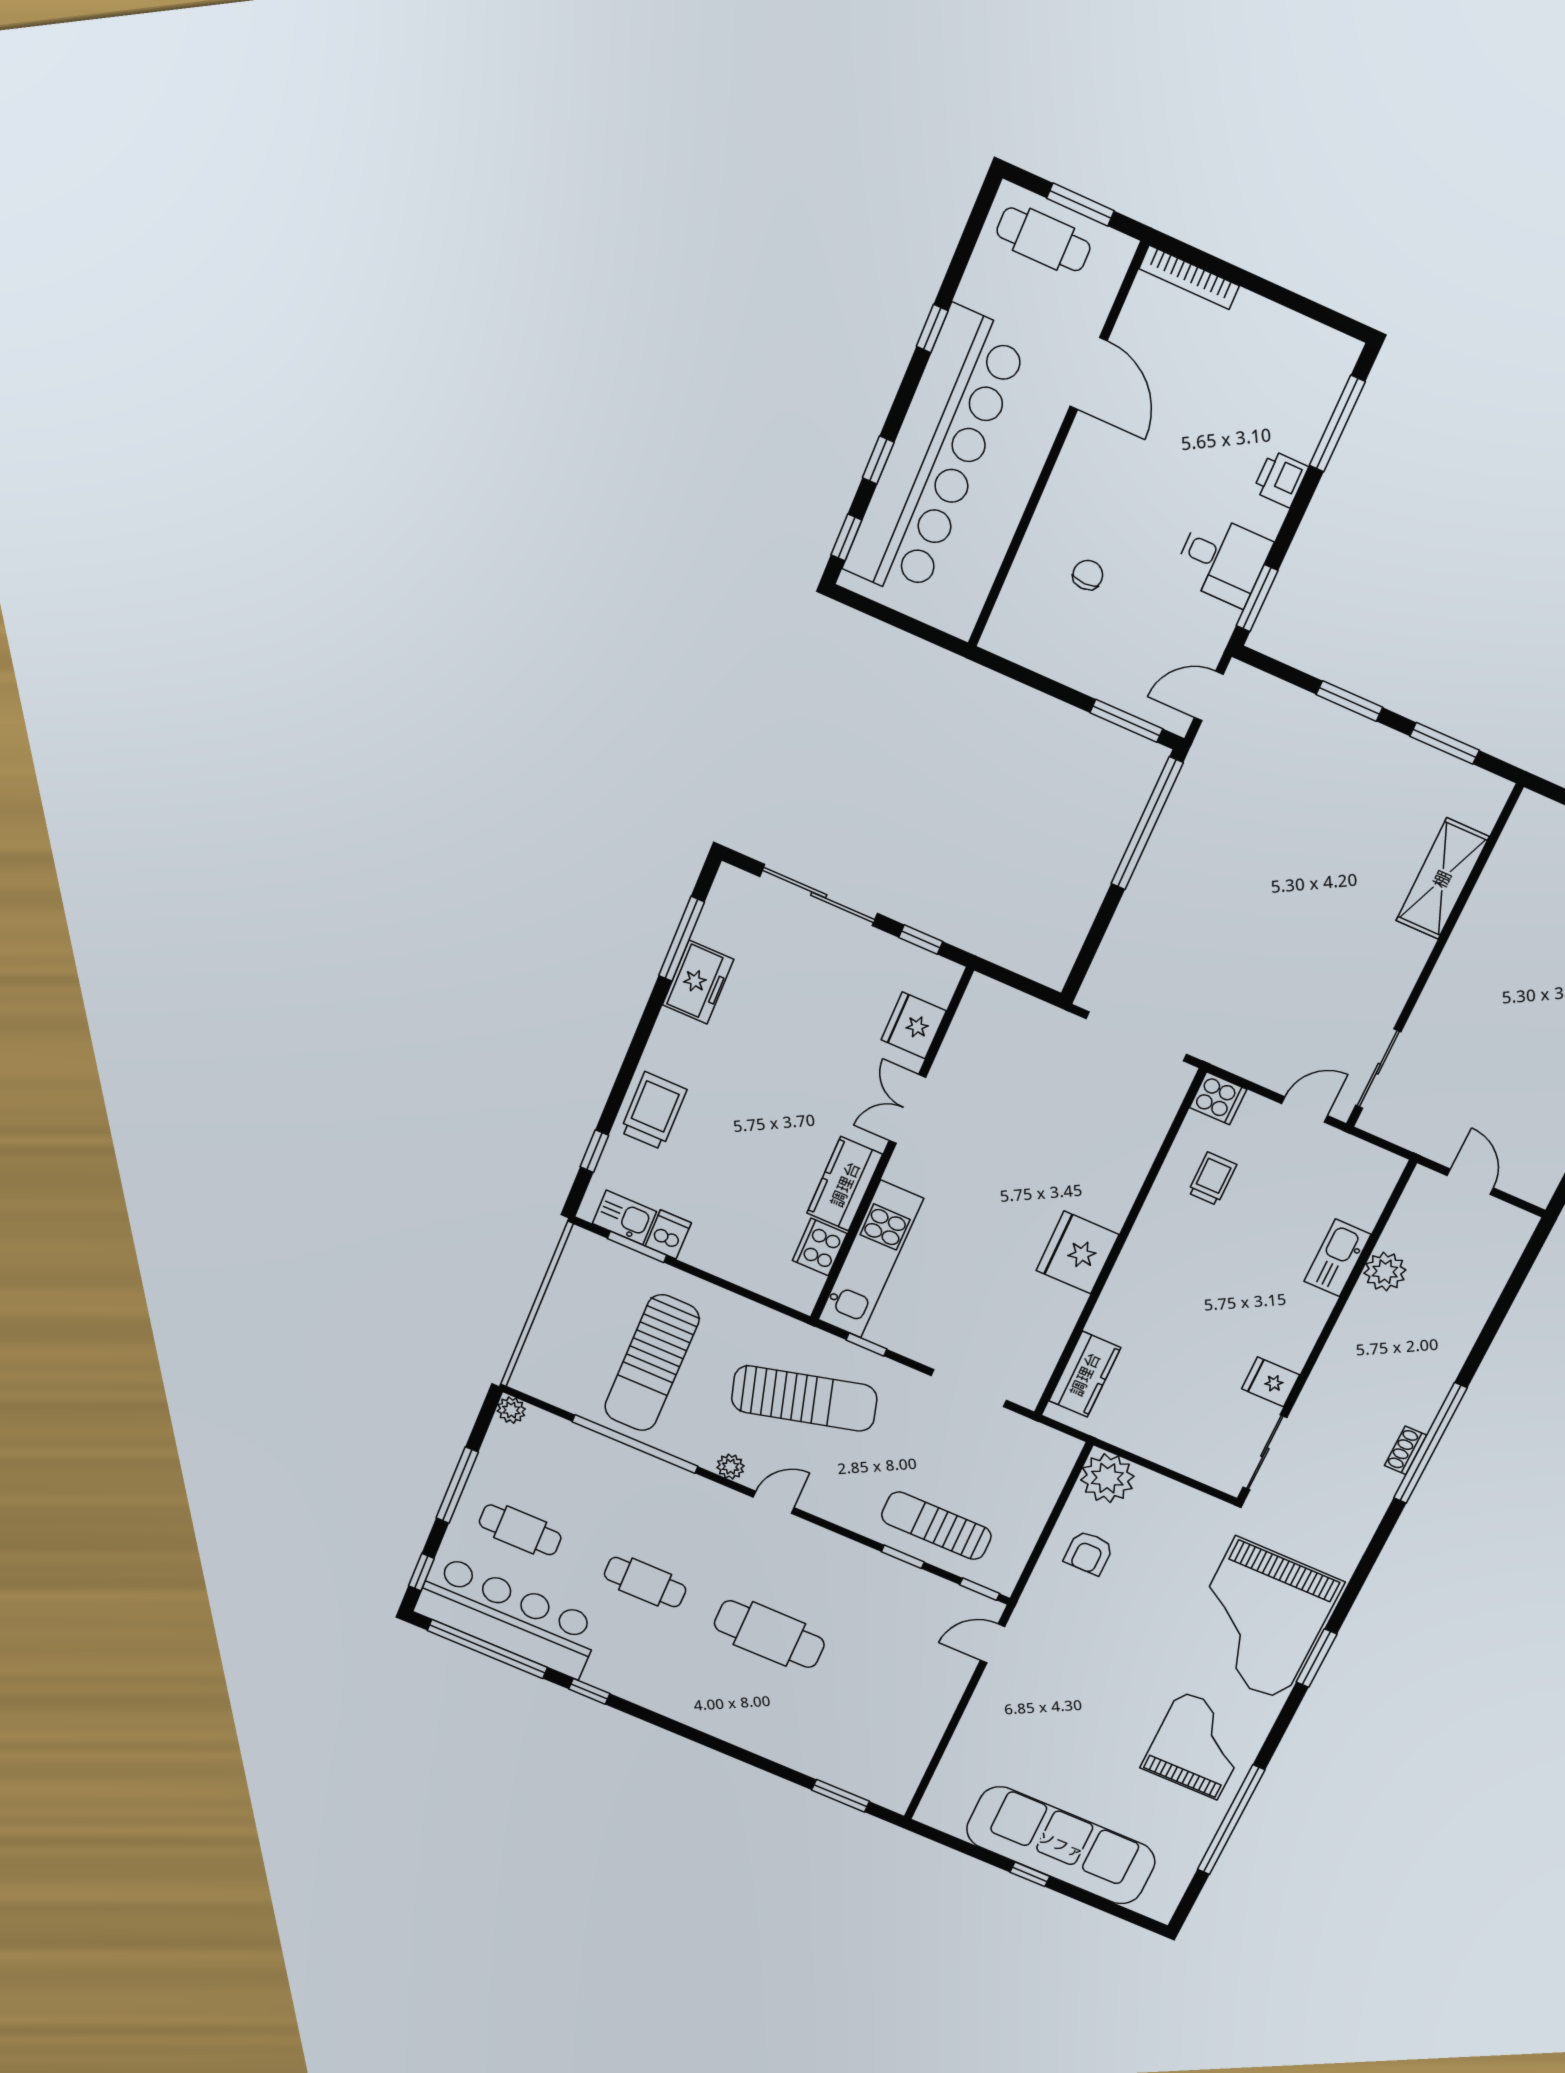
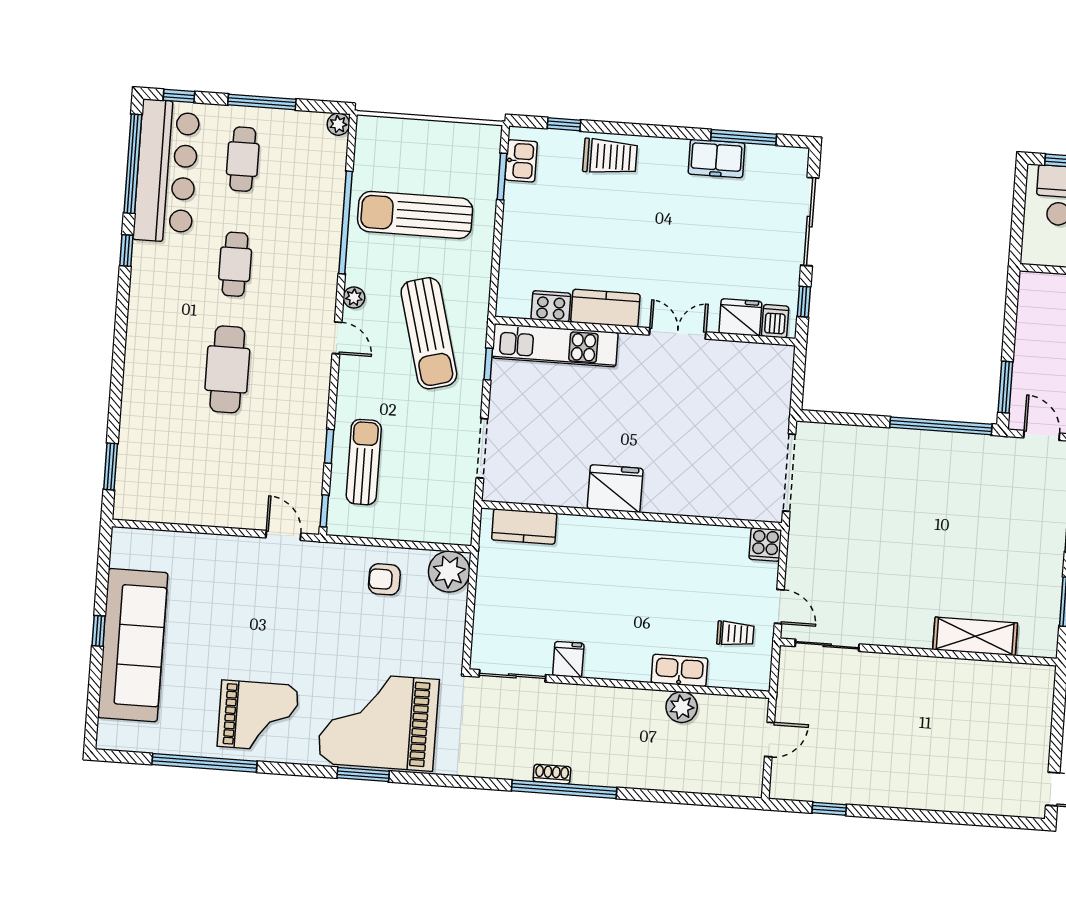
trolley: (1212, 1179) -> (735, 634), moved
dishwasher: (668, 1234) -> (775, 321), moved, turned -90

